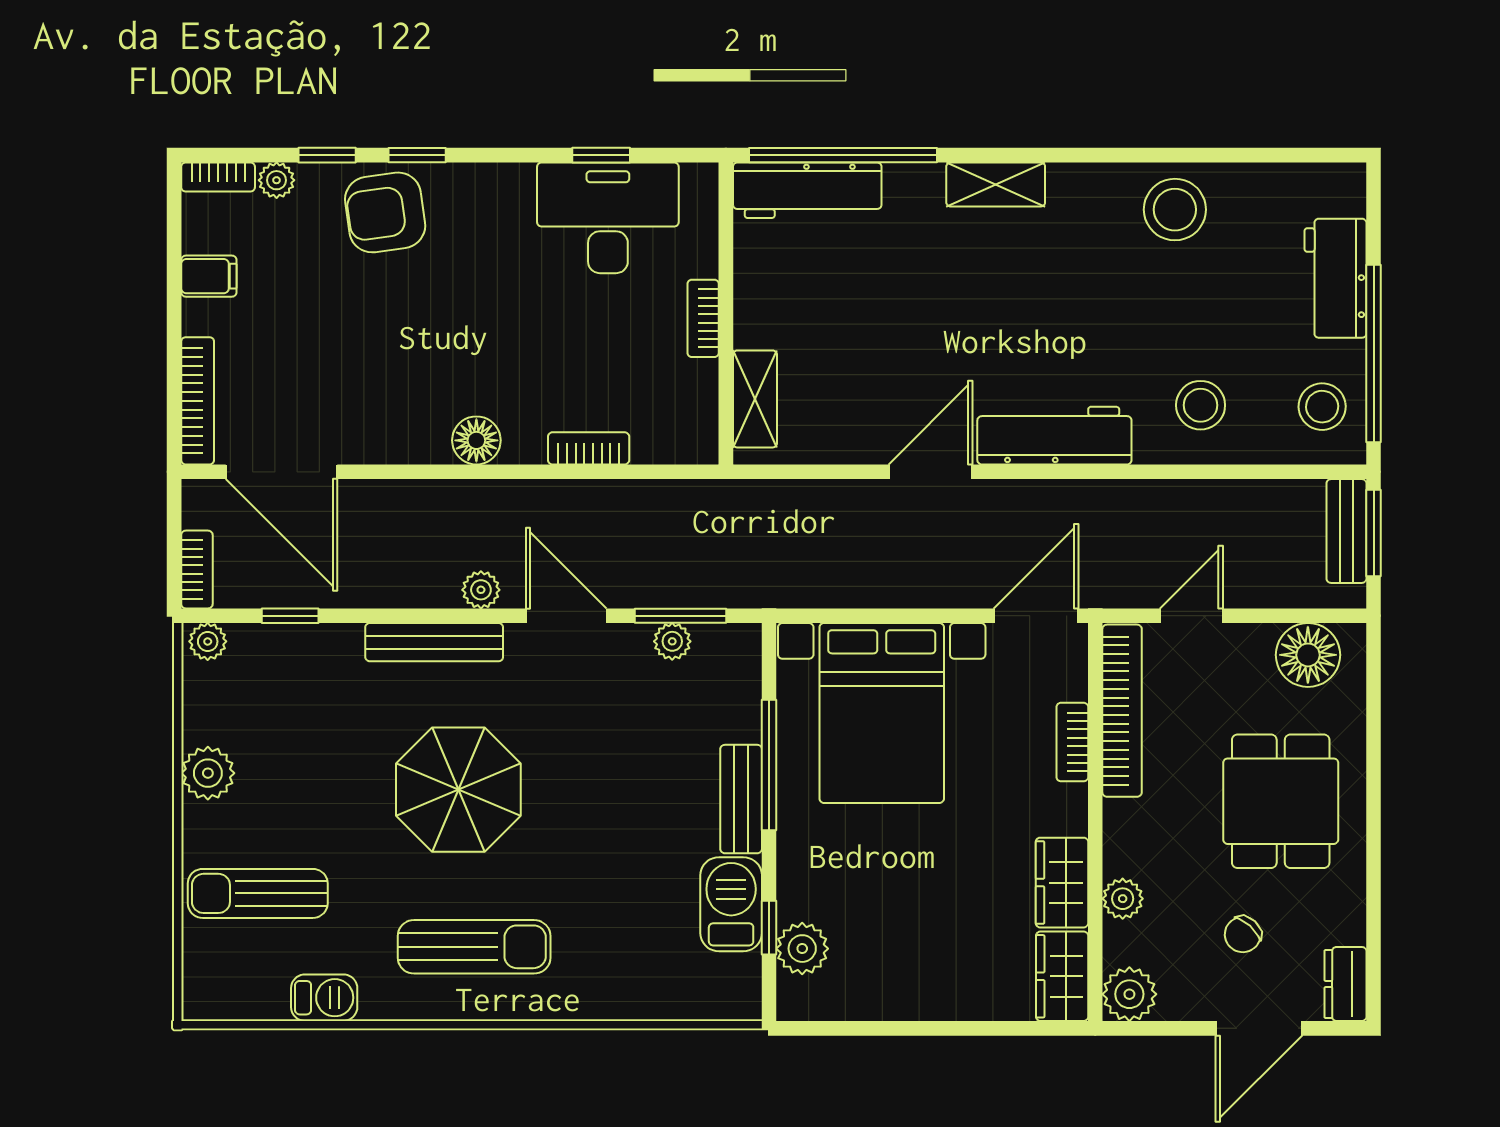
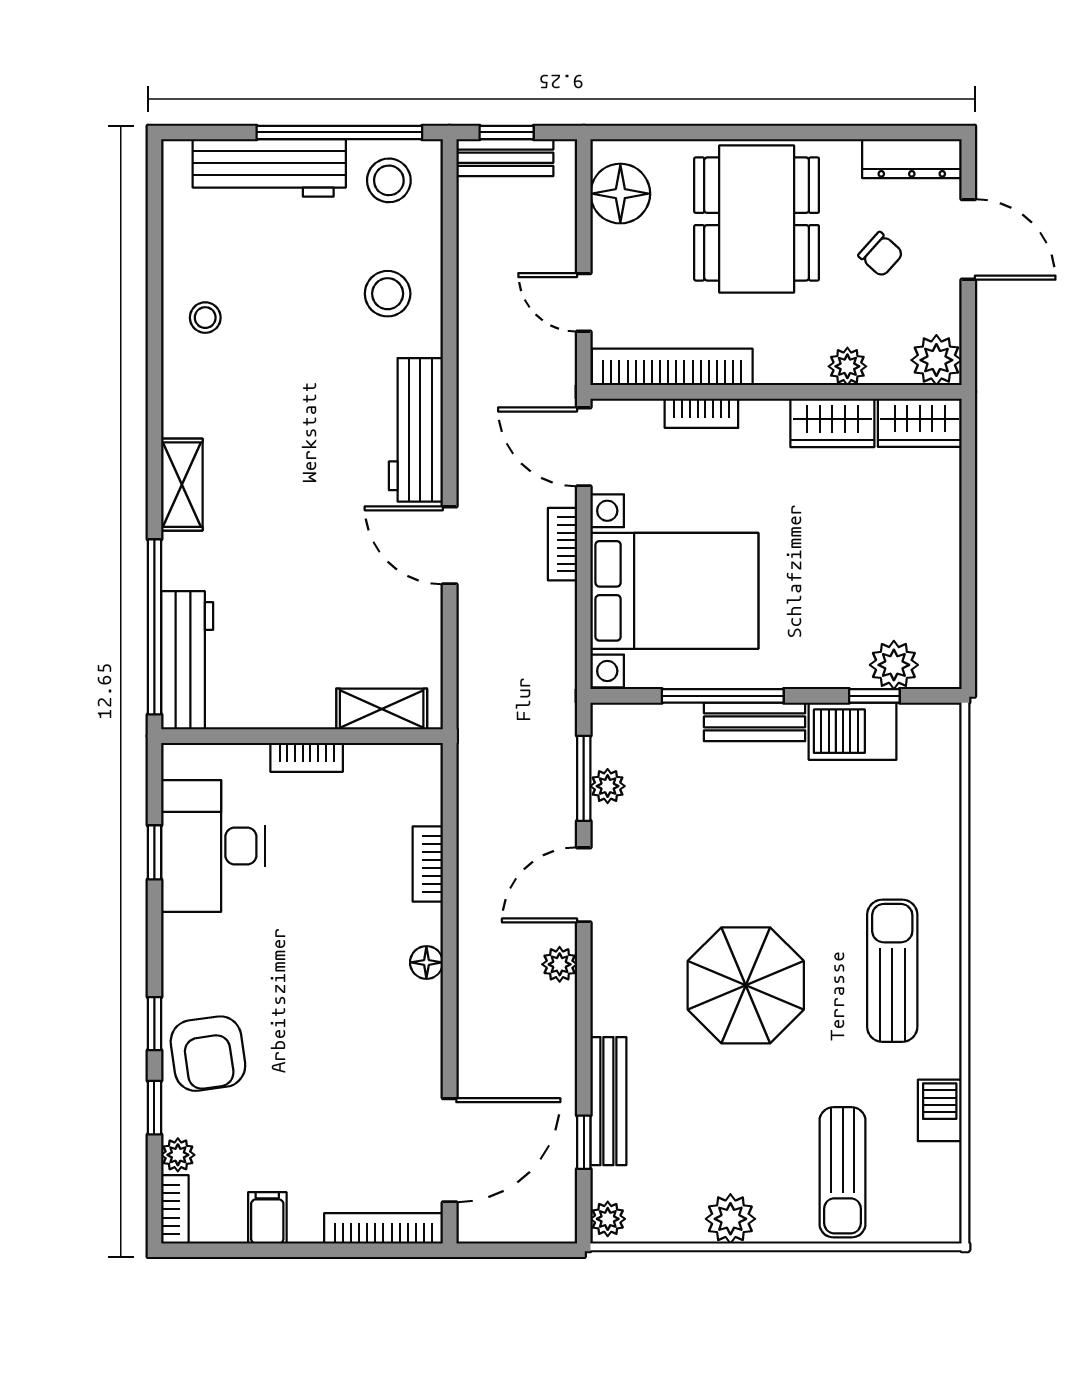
stool: (1175, 210) -> (205, 318), width x0.53, depth x0.53
workbench: (1335, 278) -> (269, 168), width x1.38
floor lamp: (476, 440) -> (426, 962), width x0.73, depth x0.73
window: (1374, 533) -> (507, 132), width x0.67
bookcase: (197, 569) -> (562, 544), moved, turned -90
bench: (434, 642) -> (608, 1101), moved
dining table: (1281, 801) -> (757, 219), width x1.38
dresser: (1345, 984) -> (912, 159), width x1.44

